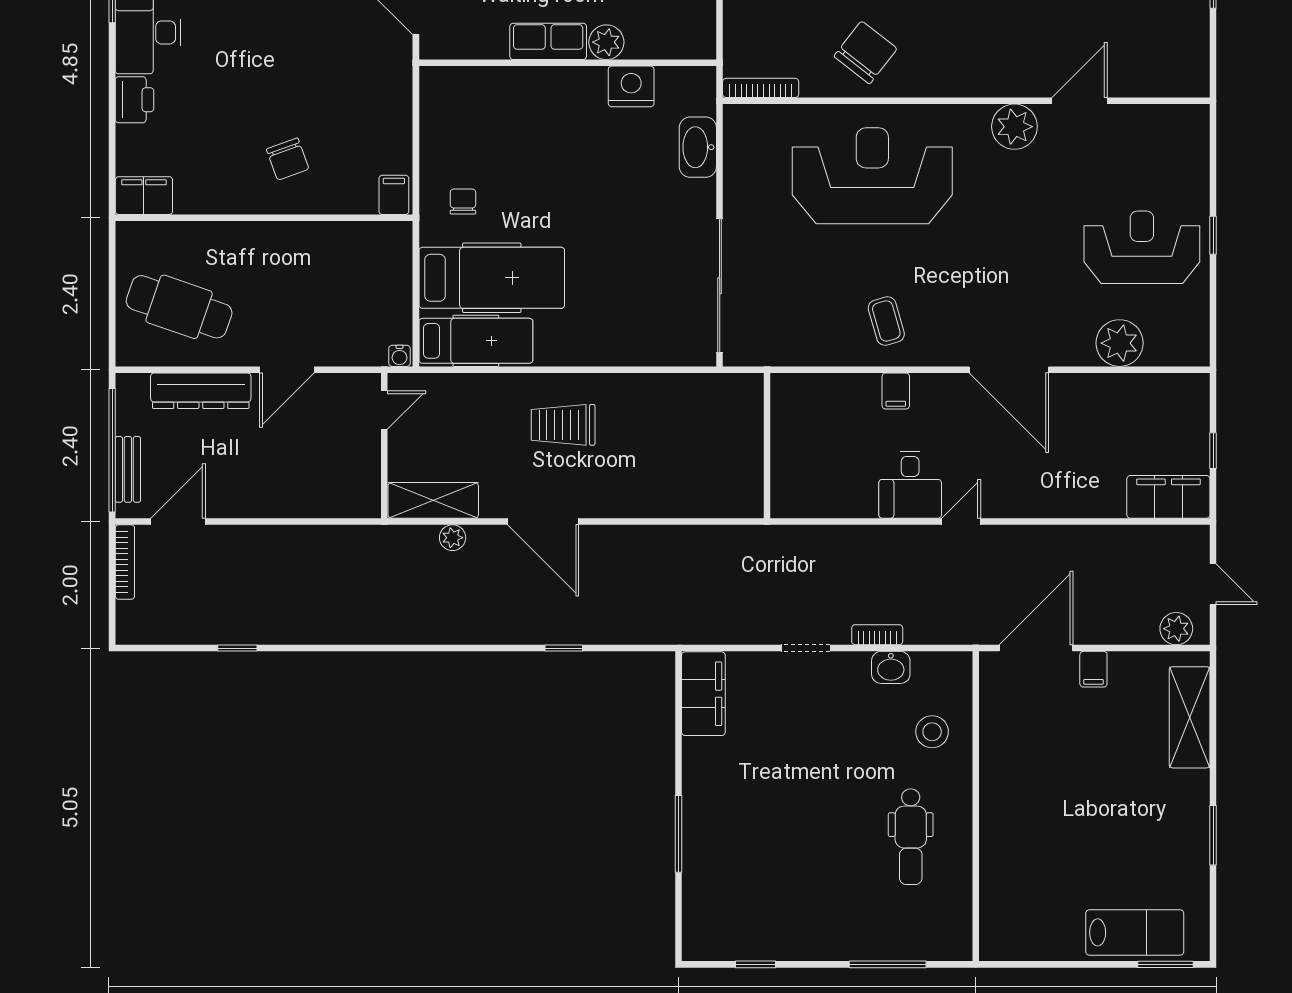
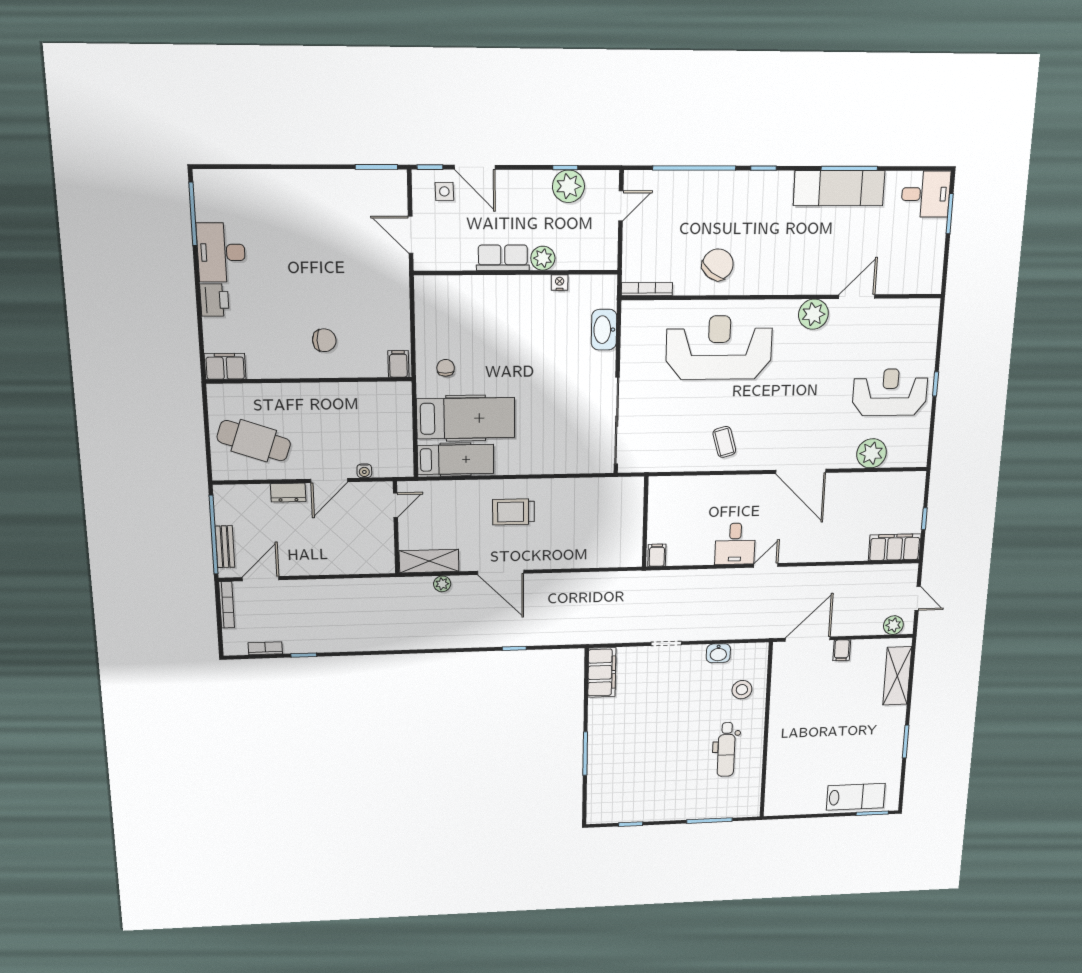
nightstand: (631, 86) -> (560, 282), width x0.53, depth x0.56
chair: (288, 159) -> (324, 340), turned -70
water cooler: (400, 356) -> (364, 471), moved
dresser: (201, 391) -> (288, 493), width x0.51, depth x0.80
filing cabinet: (896, 391) -> (657, 555), moved, turned 180
bookcase: (877, 635) -> (265, 648), moved

